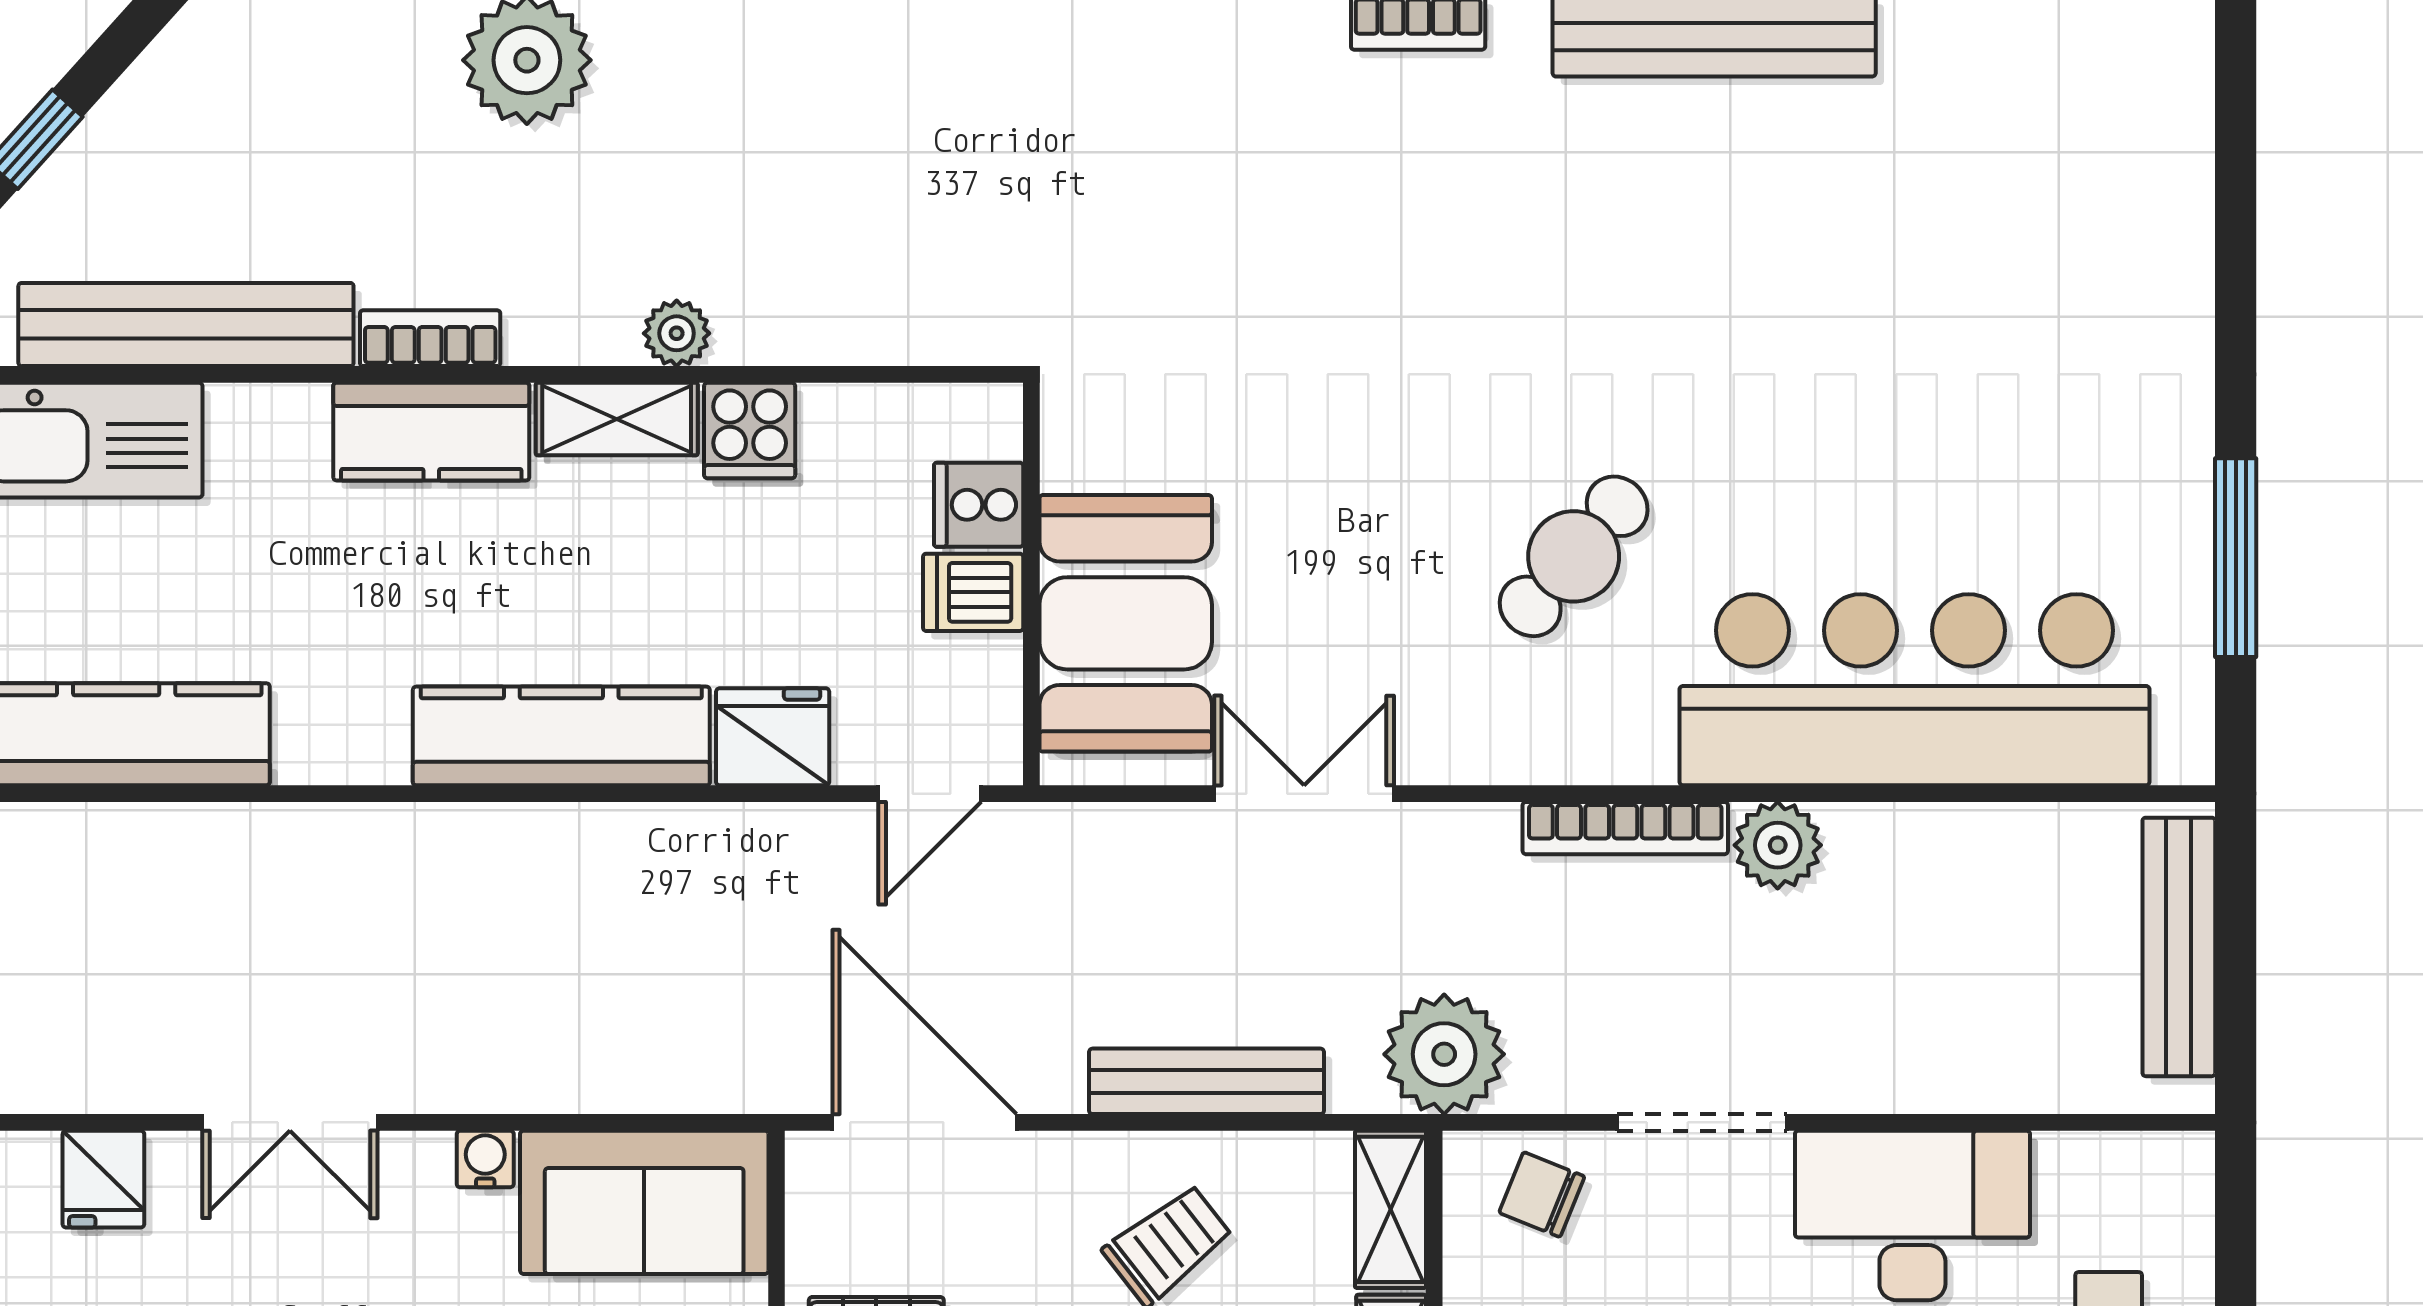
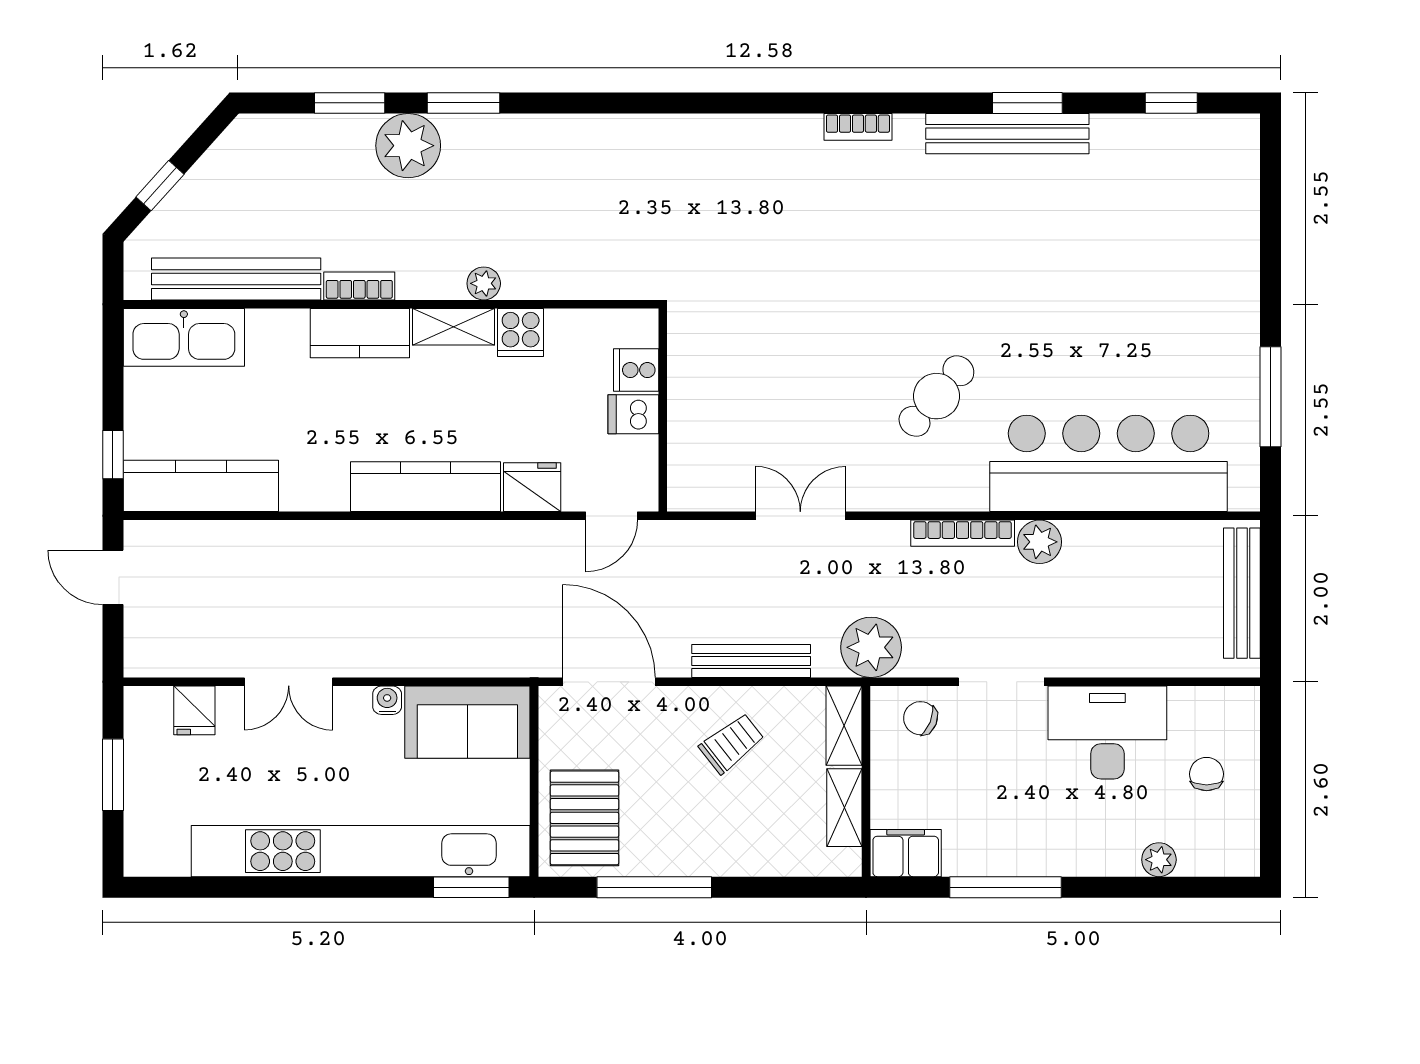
booth: (1126, 623) -> (710, 430), removed

